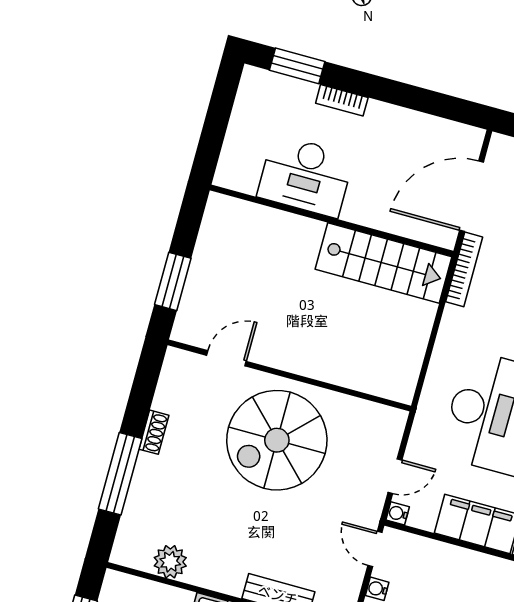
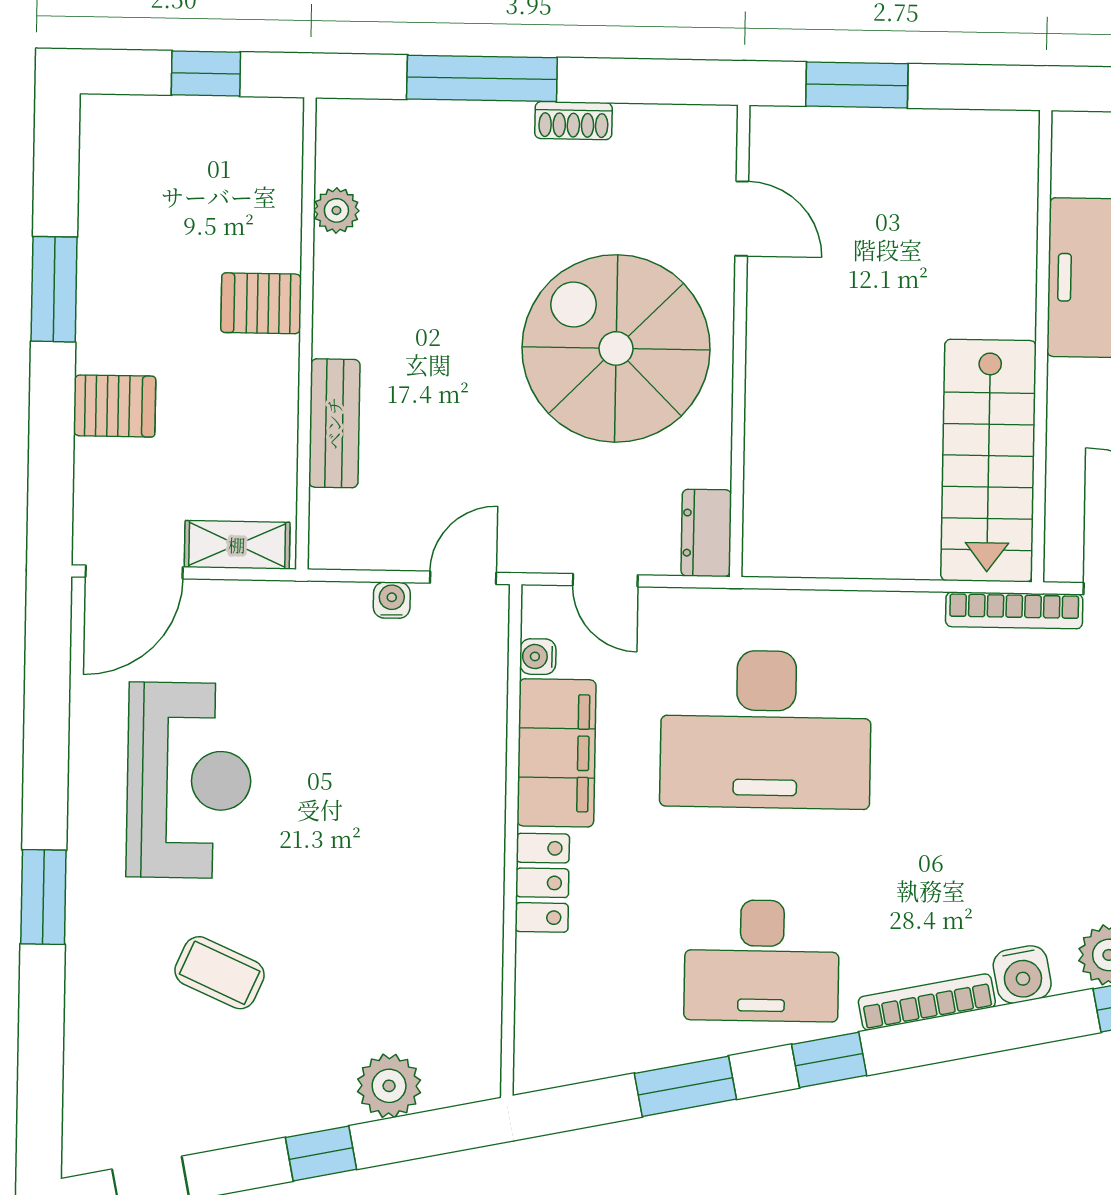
dresser: (384, 418) -> (706, 533), added
water cooler: (398, 513) -> (538, 657), moved, turned -90
plant: (170, 562) -> (336, 210), width x0.73, depth x0.73

